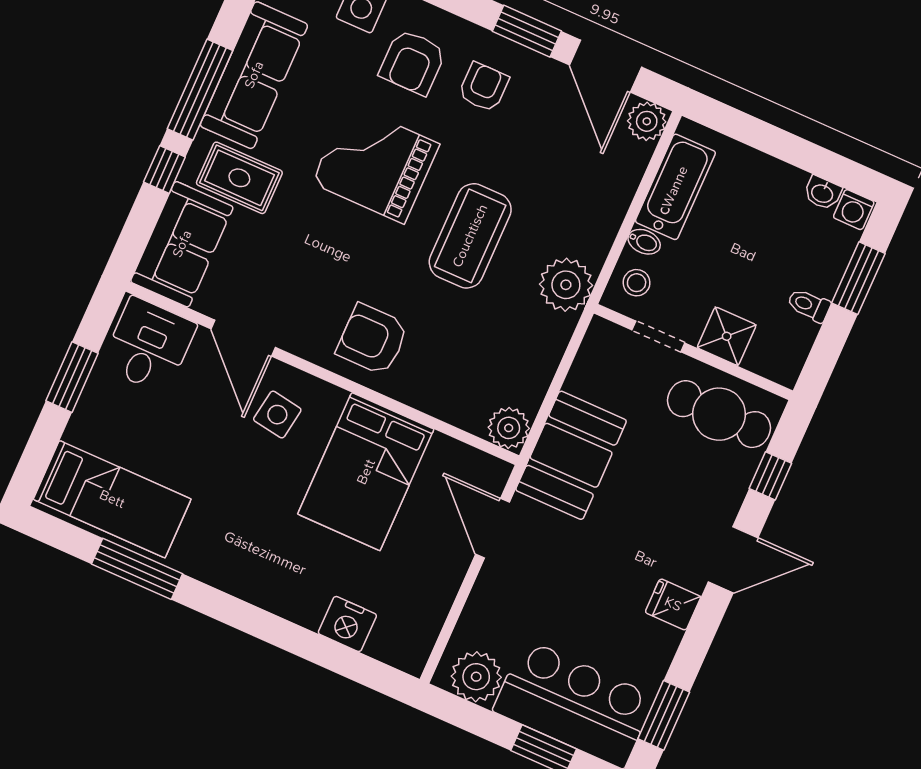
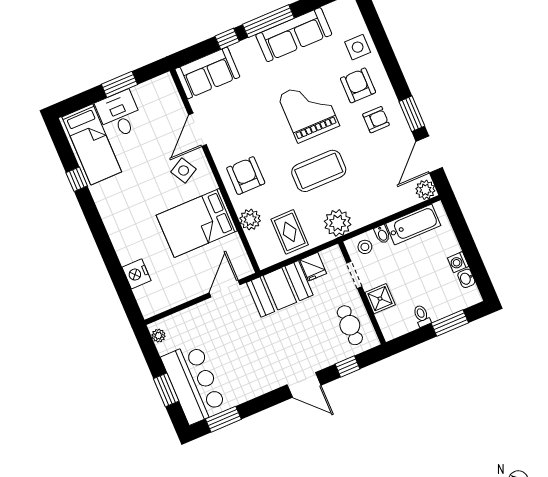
armchair: (413, 62) -> (358, 85), turned 90
rug: (239, 178) -> (290, 232), moved
washing machine: (854, 210) -> (458, 262), moved
desk: (149, 345) -> (119, 115), moved, turned -90
cafe table: (719, 414) -> (350, 325), width x0.73, depth x0.74
side table: (277, 415) -> (184, 170), turned -38
plant: (509, 428) -> (250, 219), moved
window: (137, 569) -> (77, 179), width x0.46
fridge: (673, 604) -> (313, 267), moved, turned 180
plant: (476, 677) -> (159, 336), width x0.53, depth x0.53

